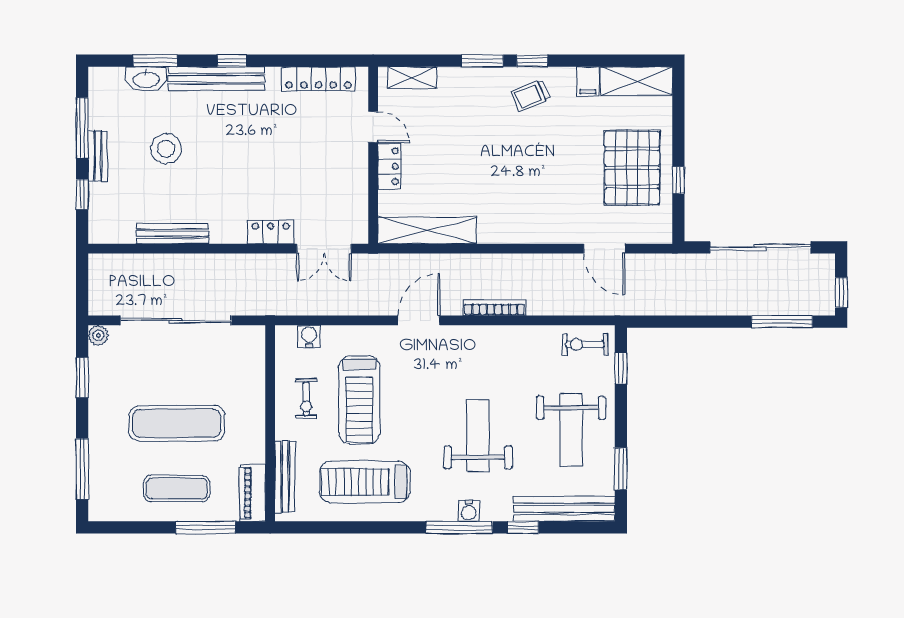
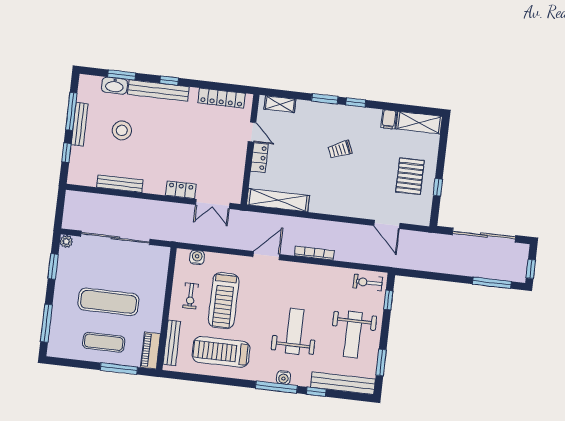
trolley: (531, 95) -> (340, 150), moved
bench: (98, 156) -> (80, 124), width x1.36
pallet: (632, 168) -> (410, 176), width x0.73, depth x0.71

